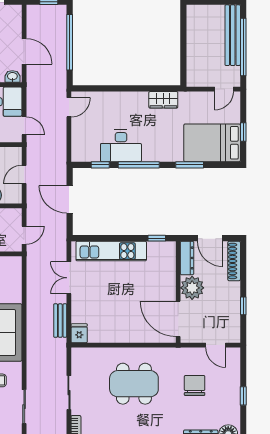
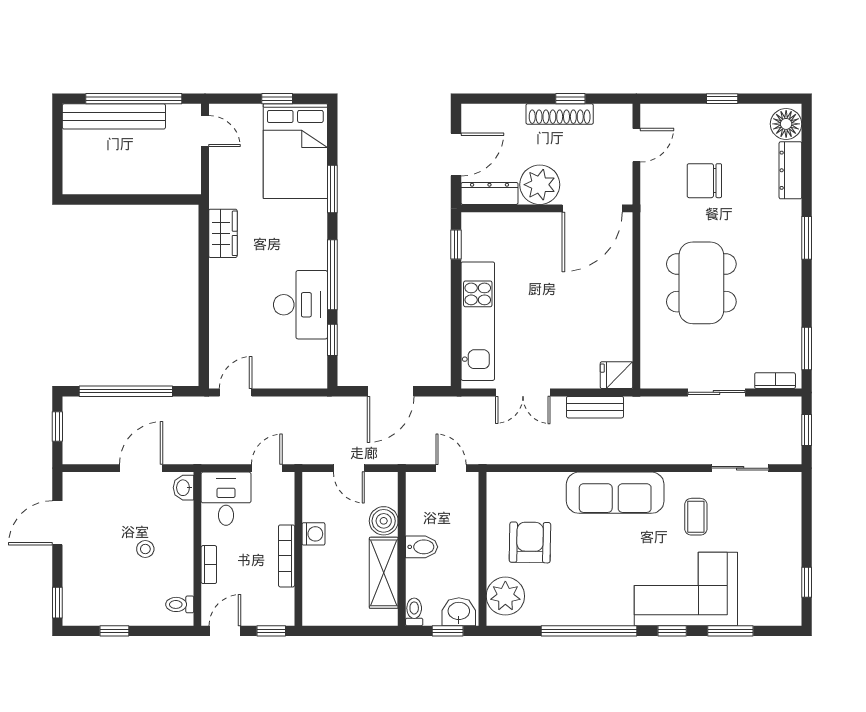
door: (69, 107) -> (236, 392), hinge flipped
shoe rack: (234, 261) -> (560, 114), moved

